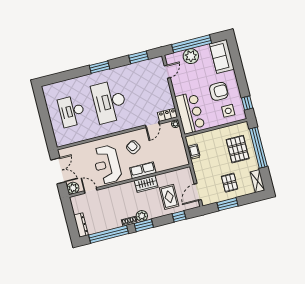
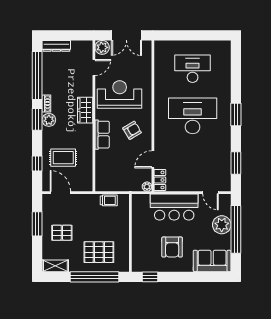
side table: (228, 111) -> (146, 252), removed
bar counter: (190, 113) -> (174, 207), moved
door: (152, 125) -> (153, 159), hinge flipped
wardrobe: (146, 184) -> (85, 110), moved

